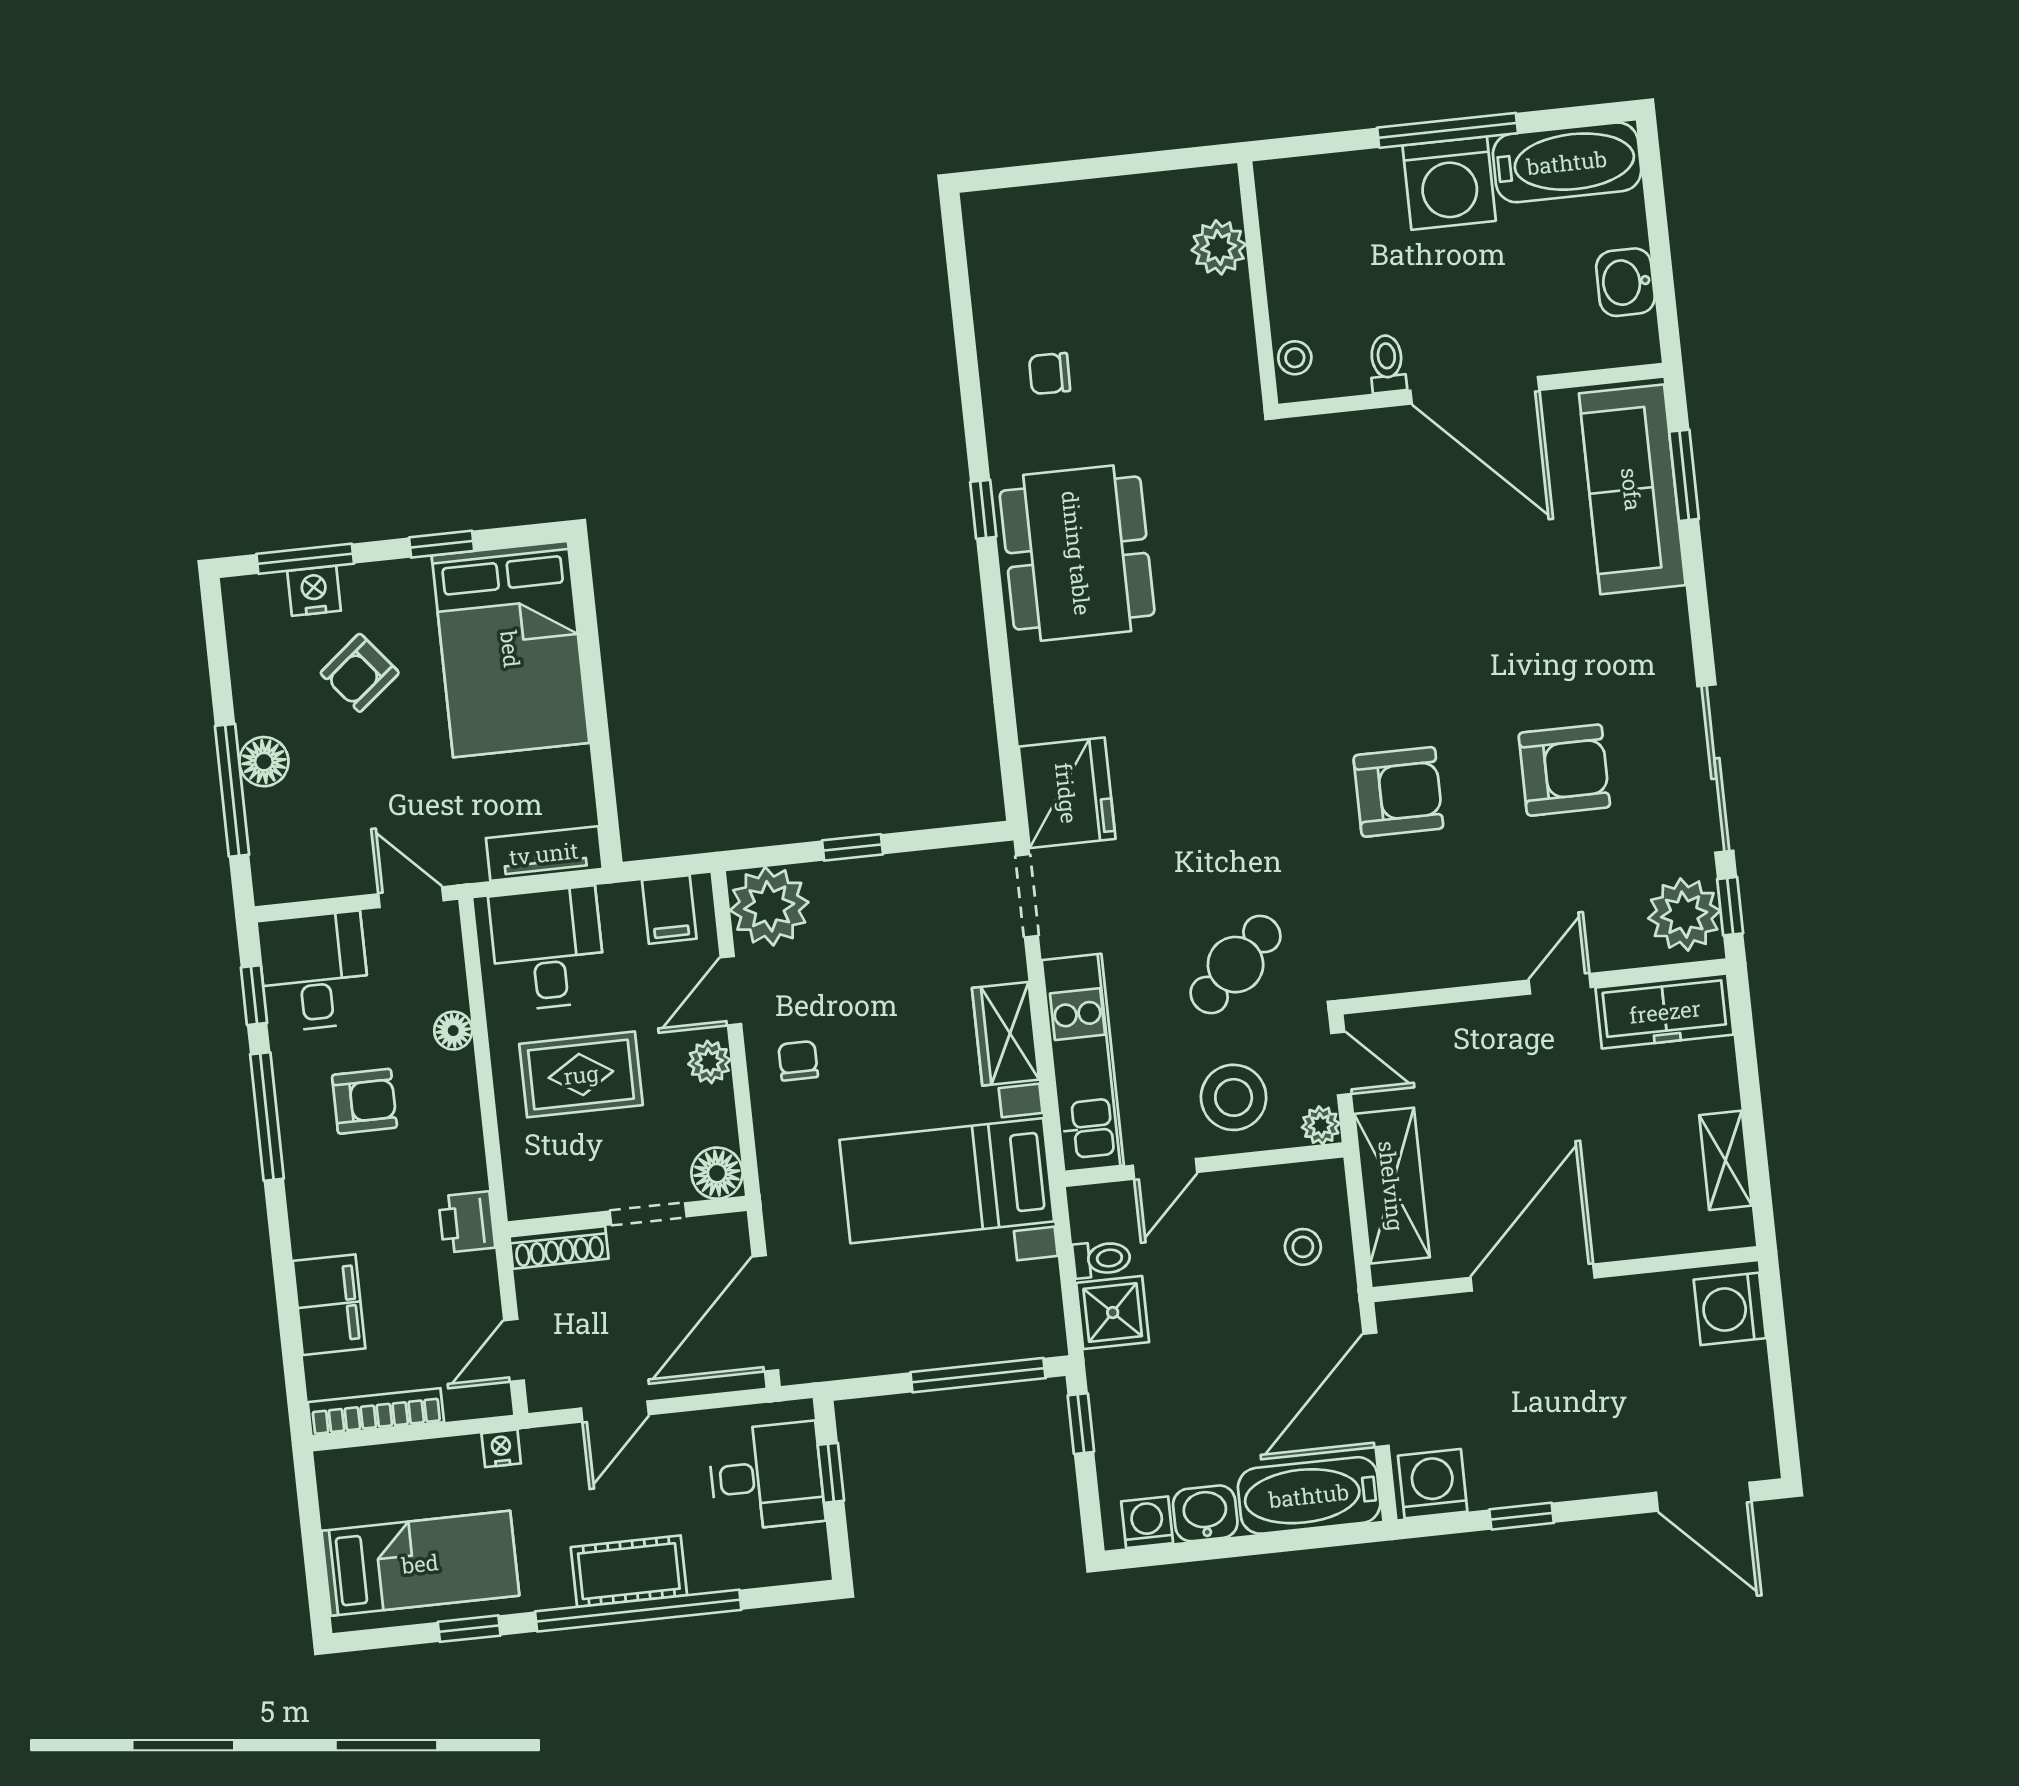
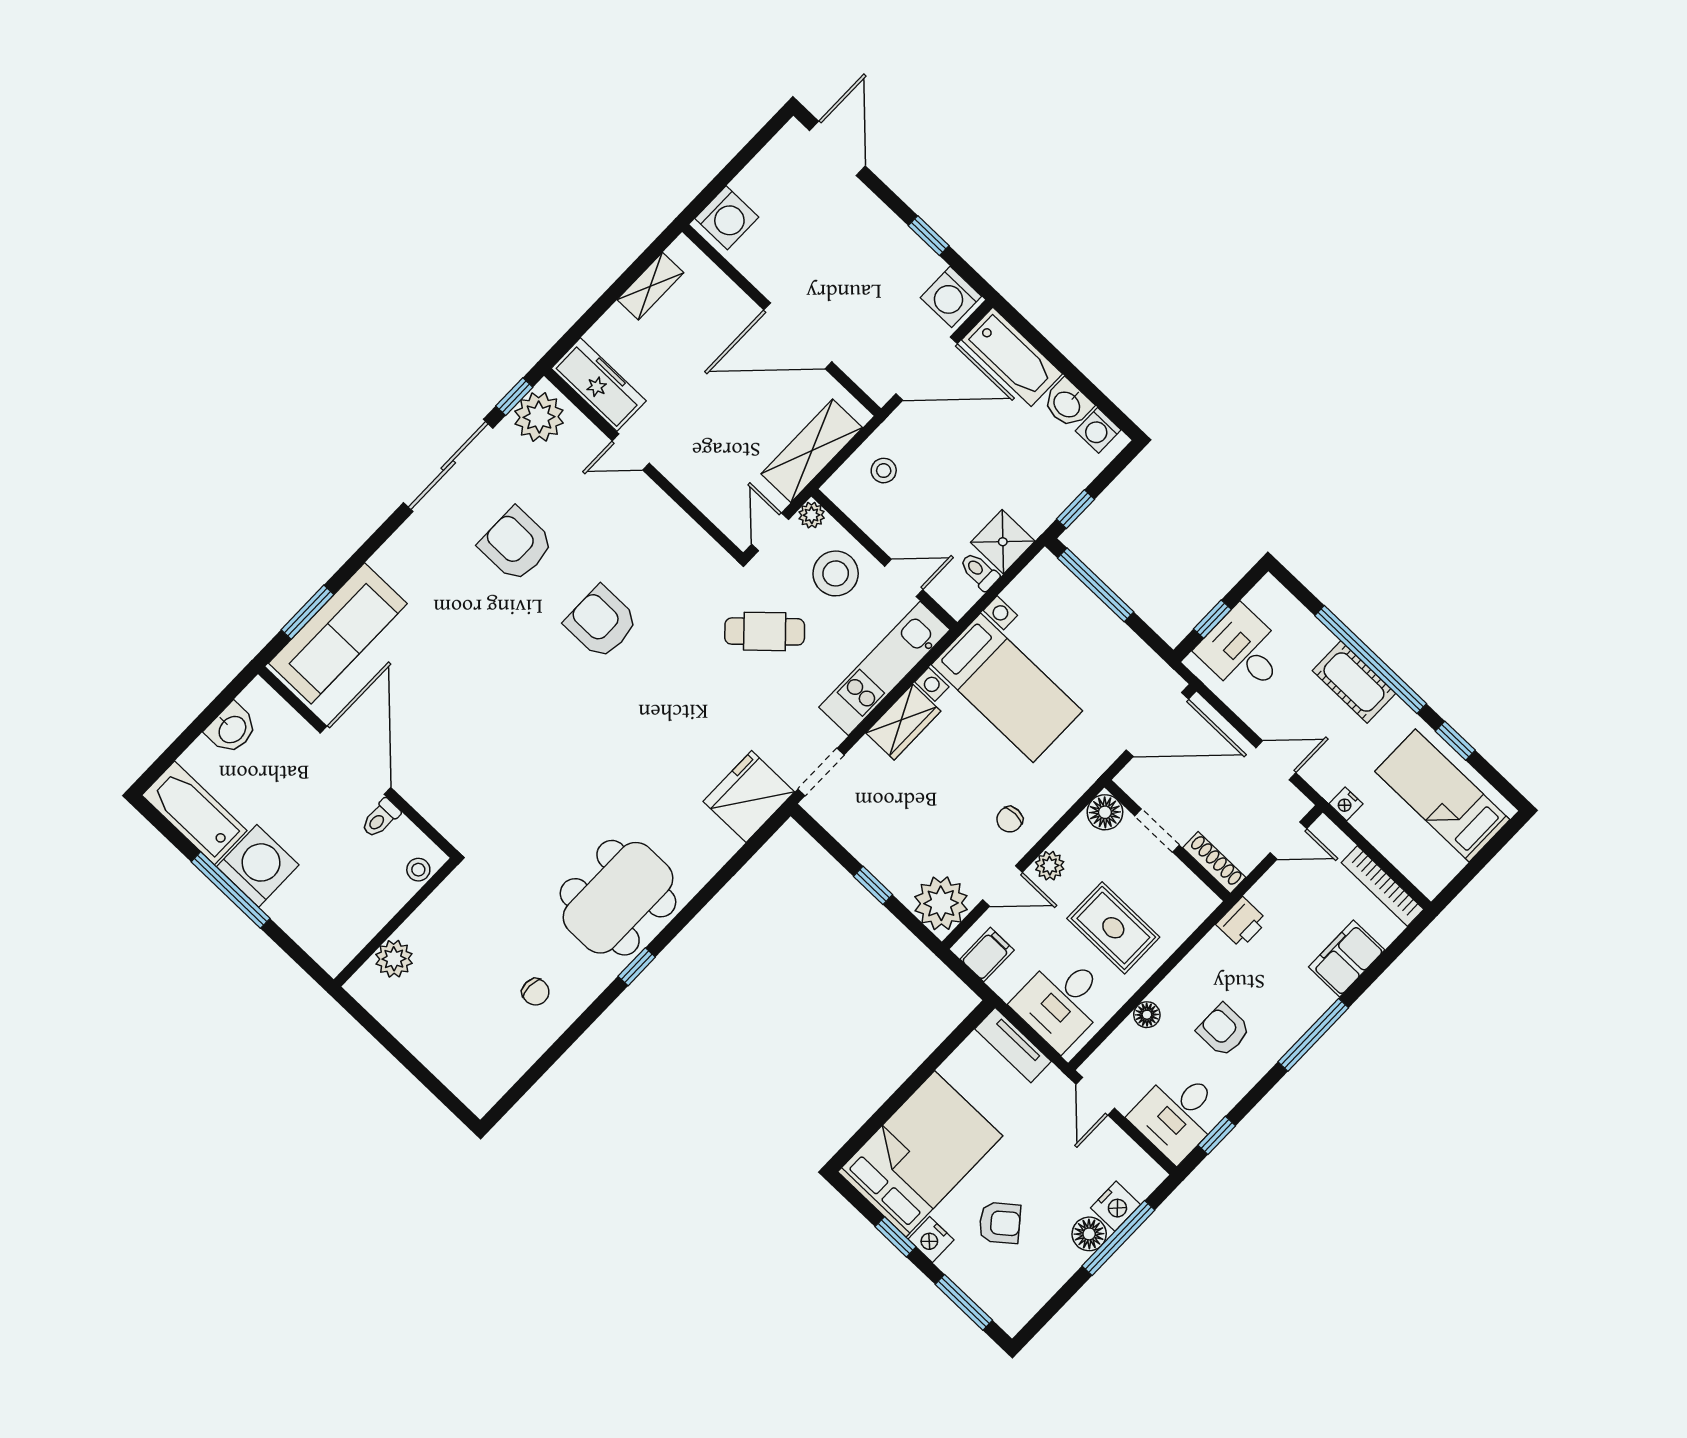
nightstand: (314, 591) -> (931, 1239), moved
nightstand: (270, 817) -> (1115, 1206), added
window: (267, 1116) -> (1313, 1035), moved

